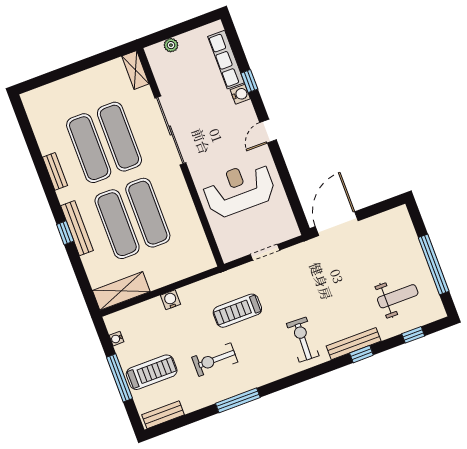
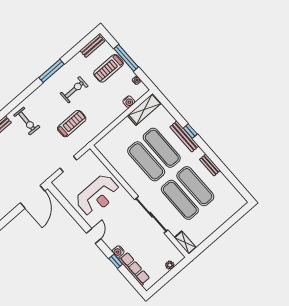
water cooler: (171, 300) -> (129, 102), moved

